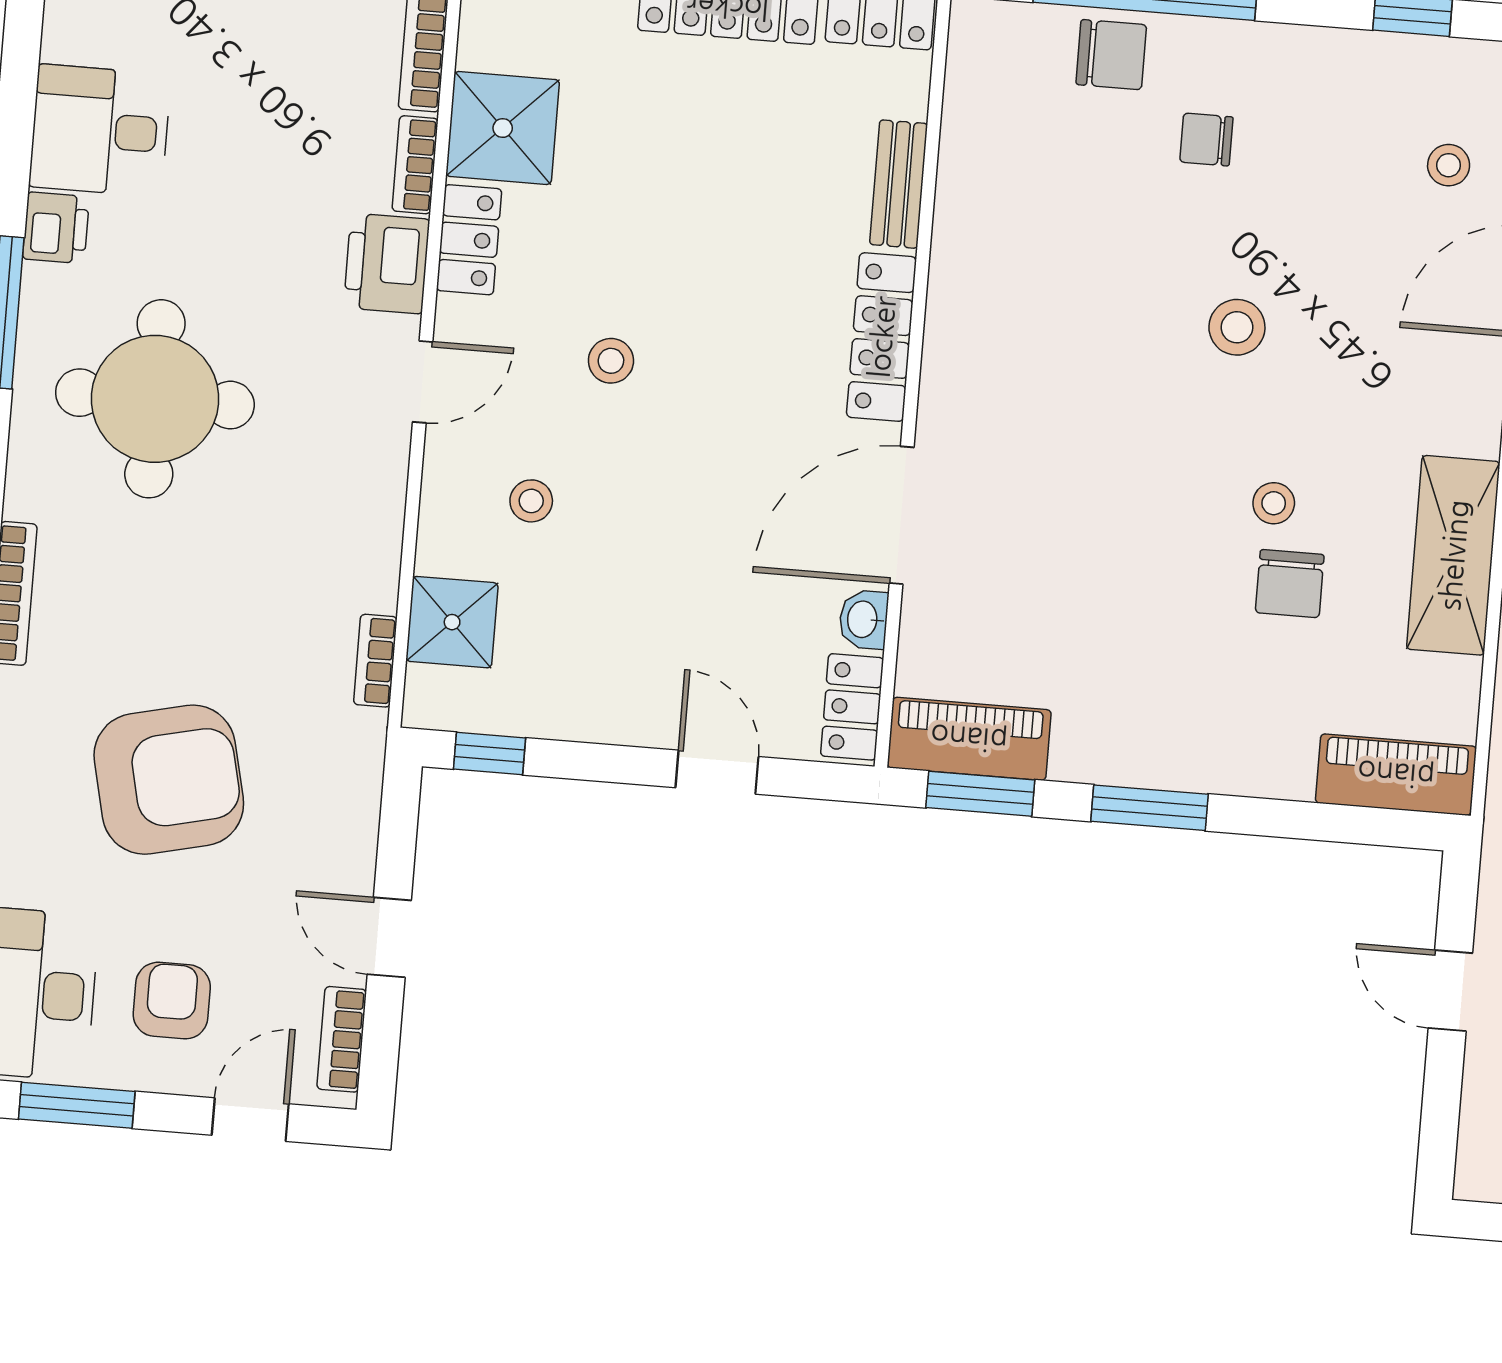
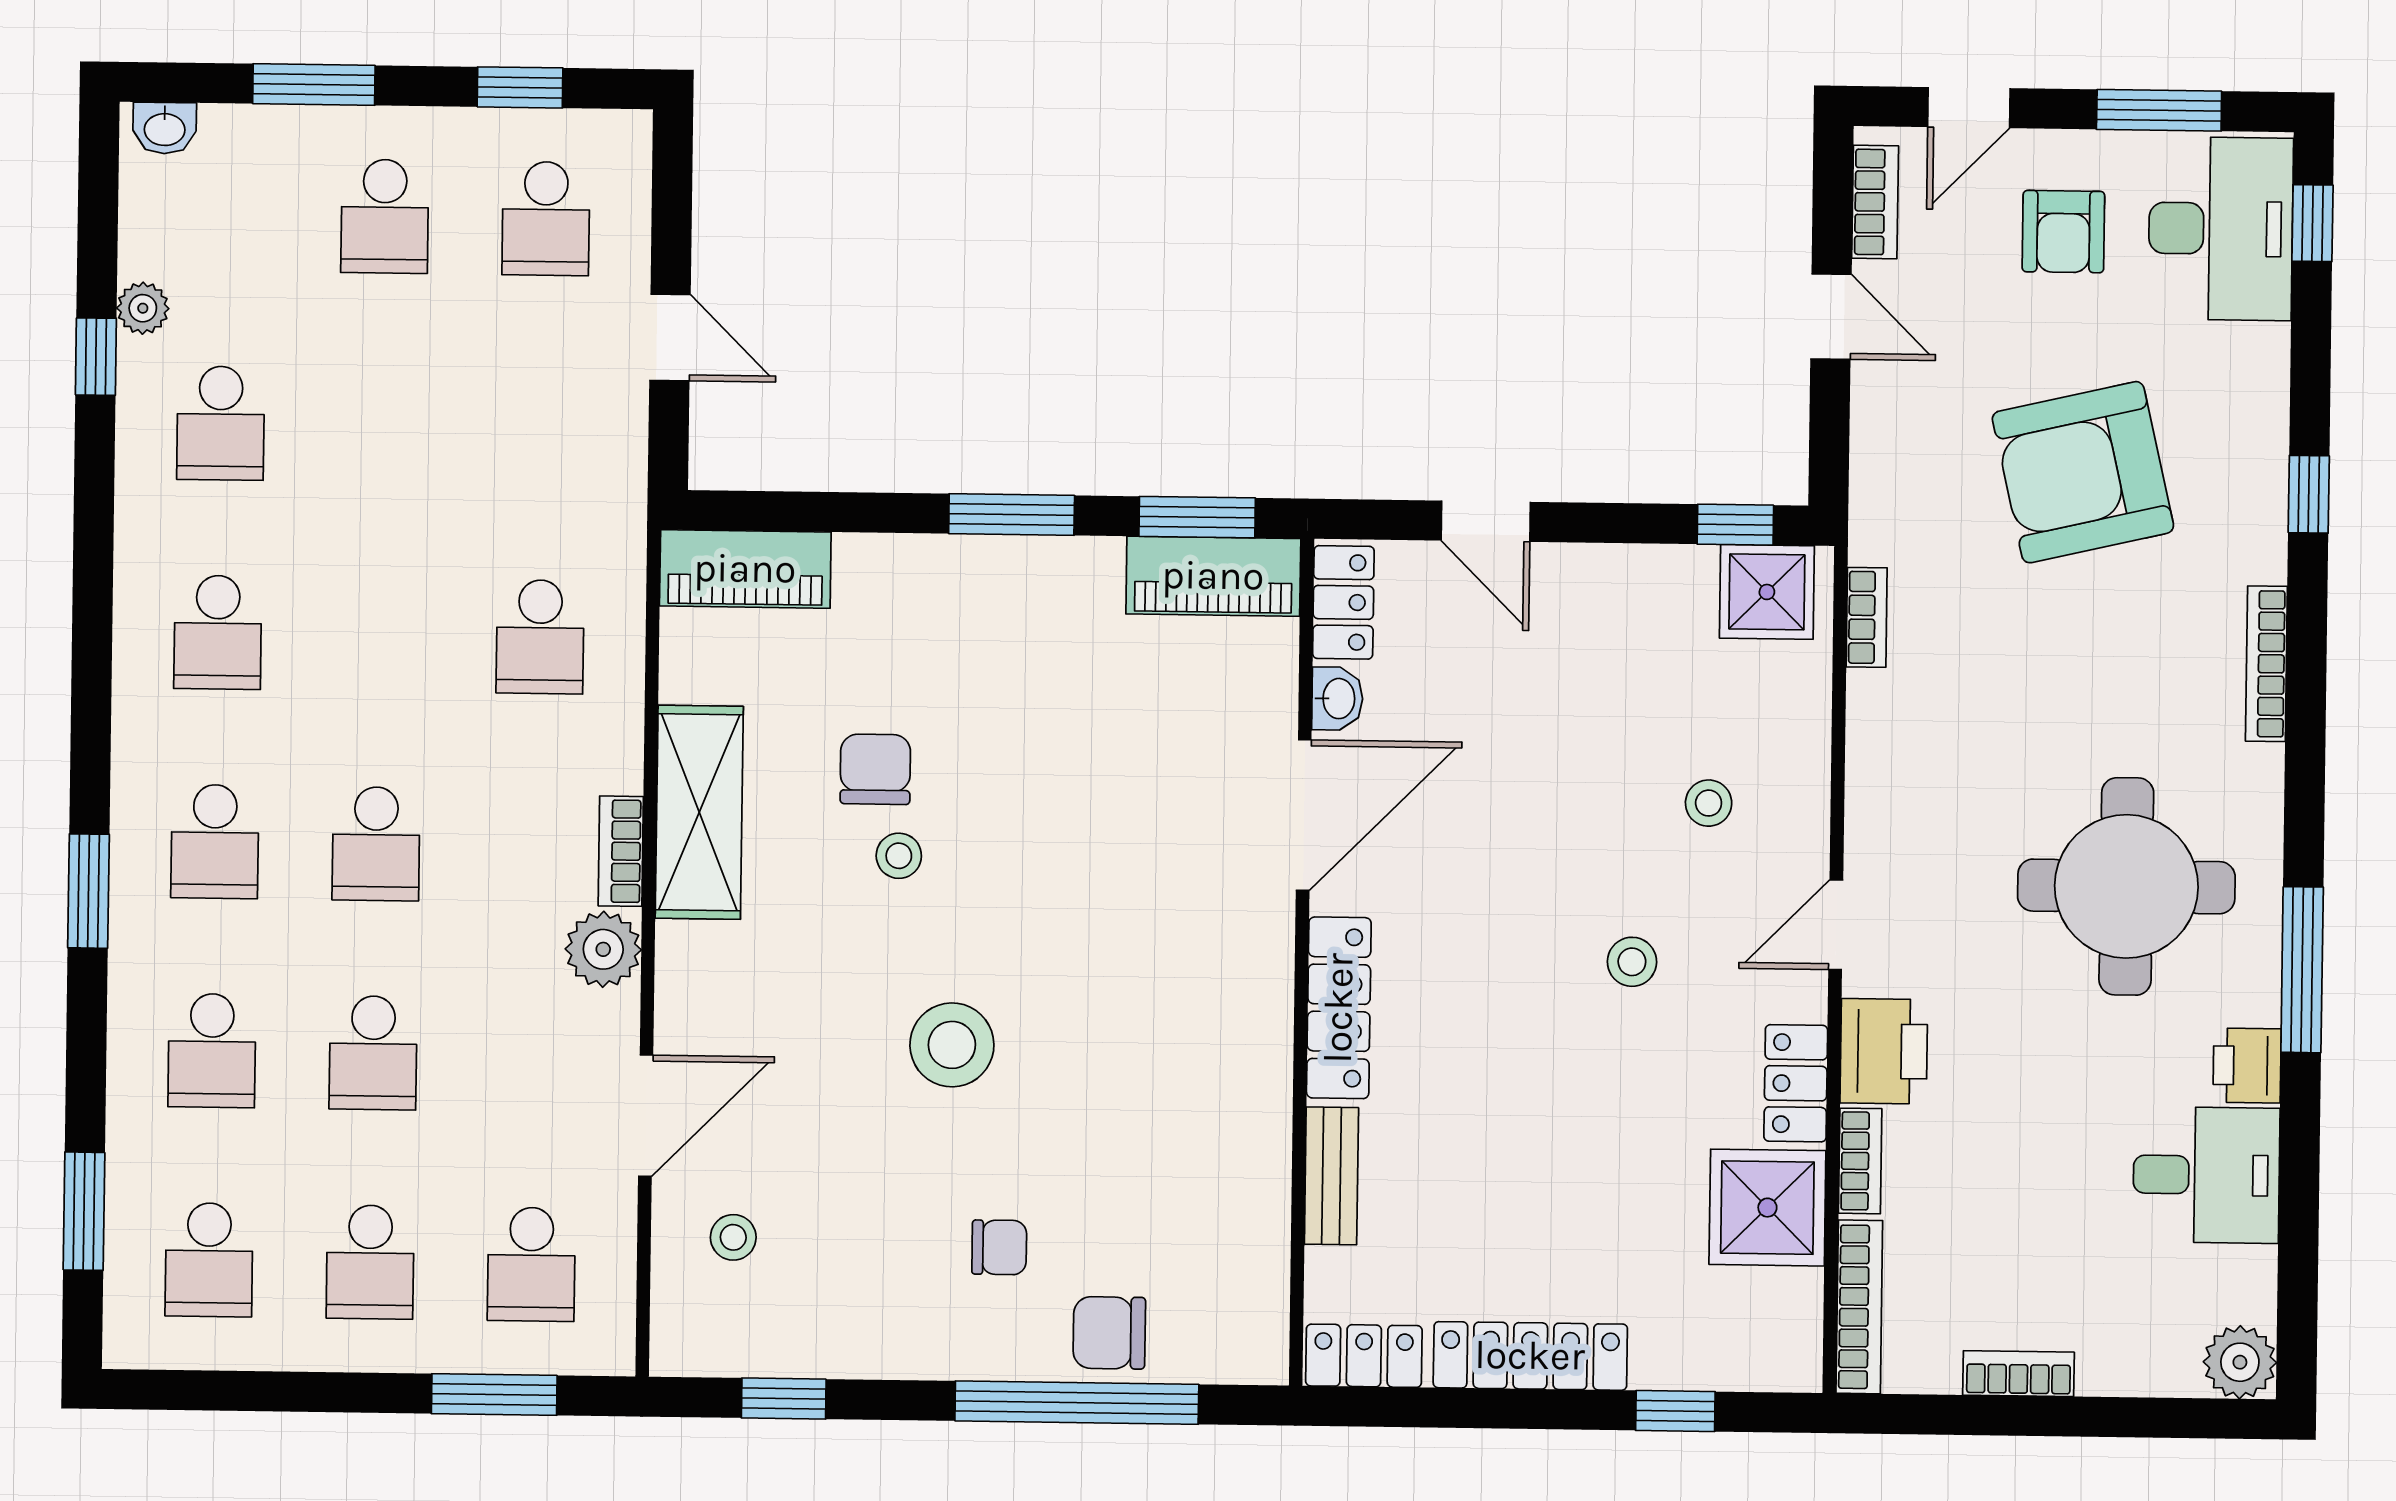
stool: (1237, 327) -> (952, 1045), width x1.38, depth x1.38
shower: (452, 622) -> (1767, 592), moved

